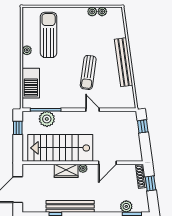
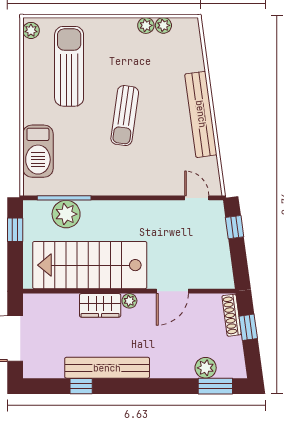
plant: (27, 50) -> (31, 30), moved
sun lounger: (88, 72) -> (125, 116), moved
door: (93, 110) -> (197, 198), moved

